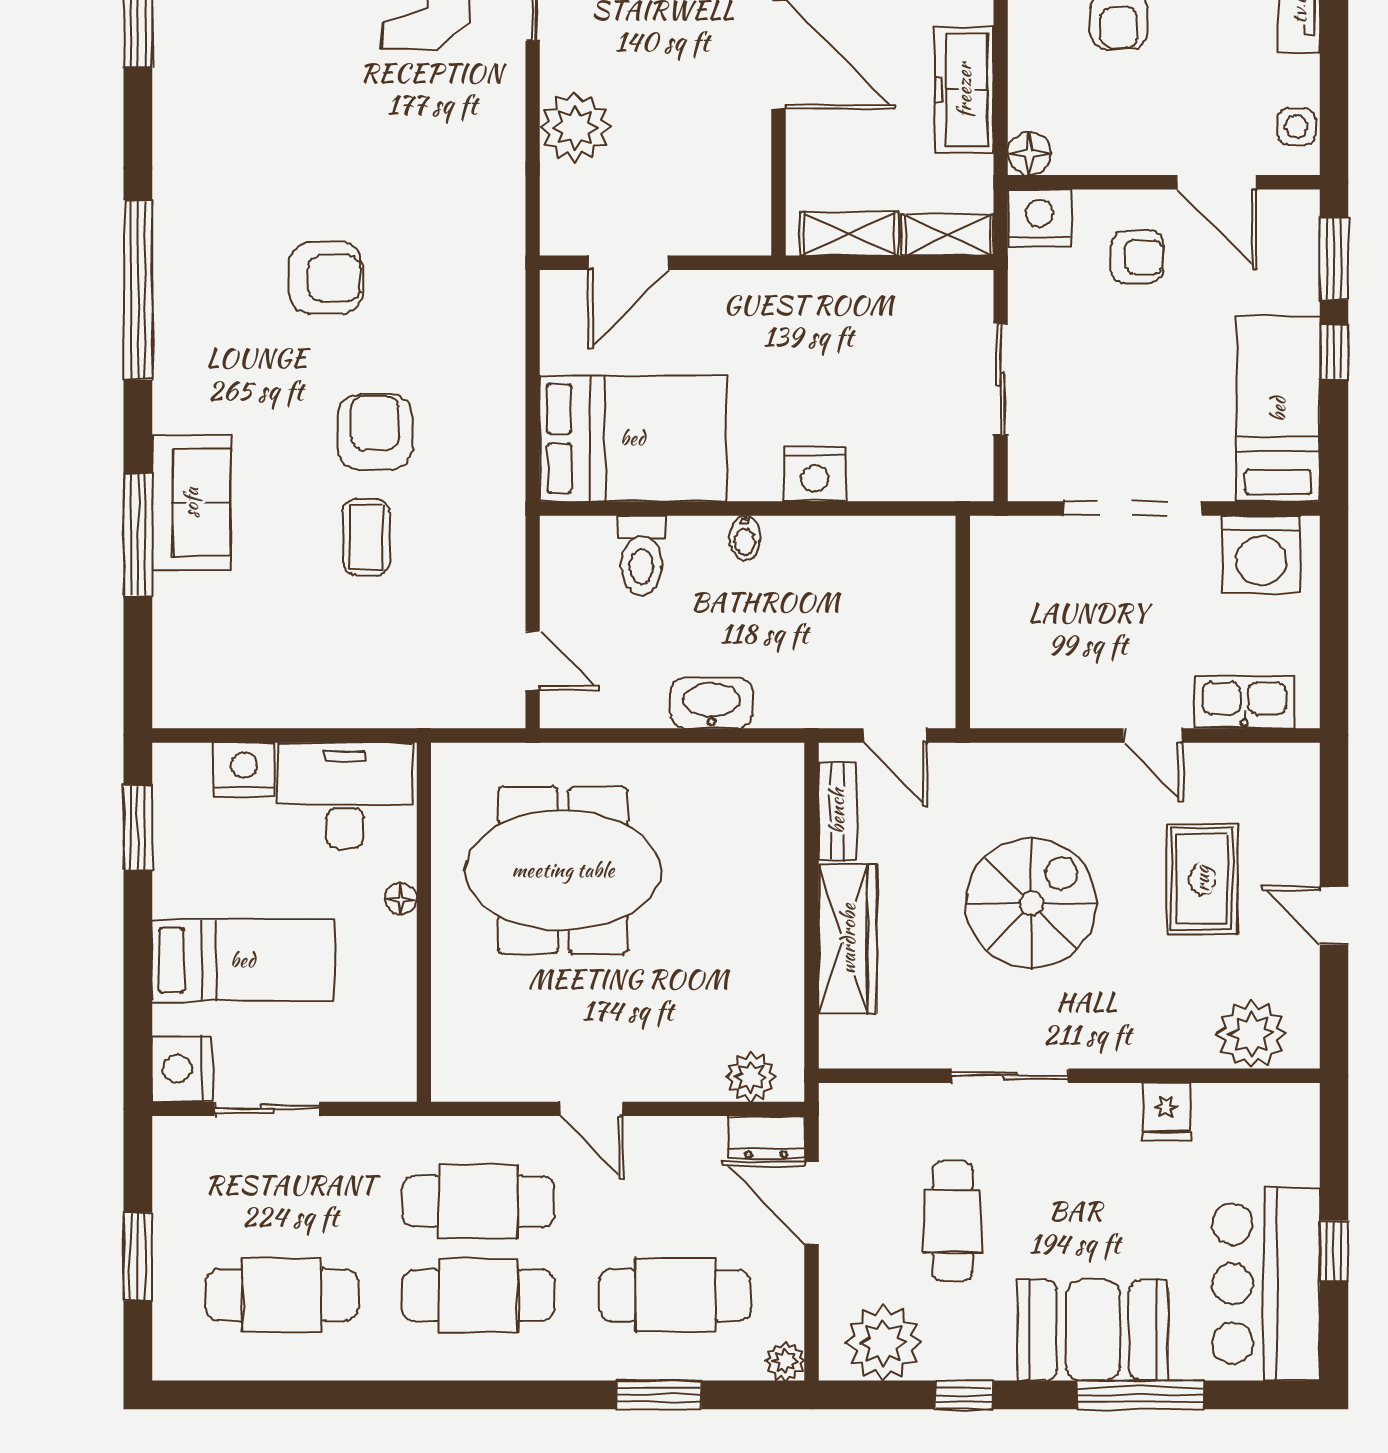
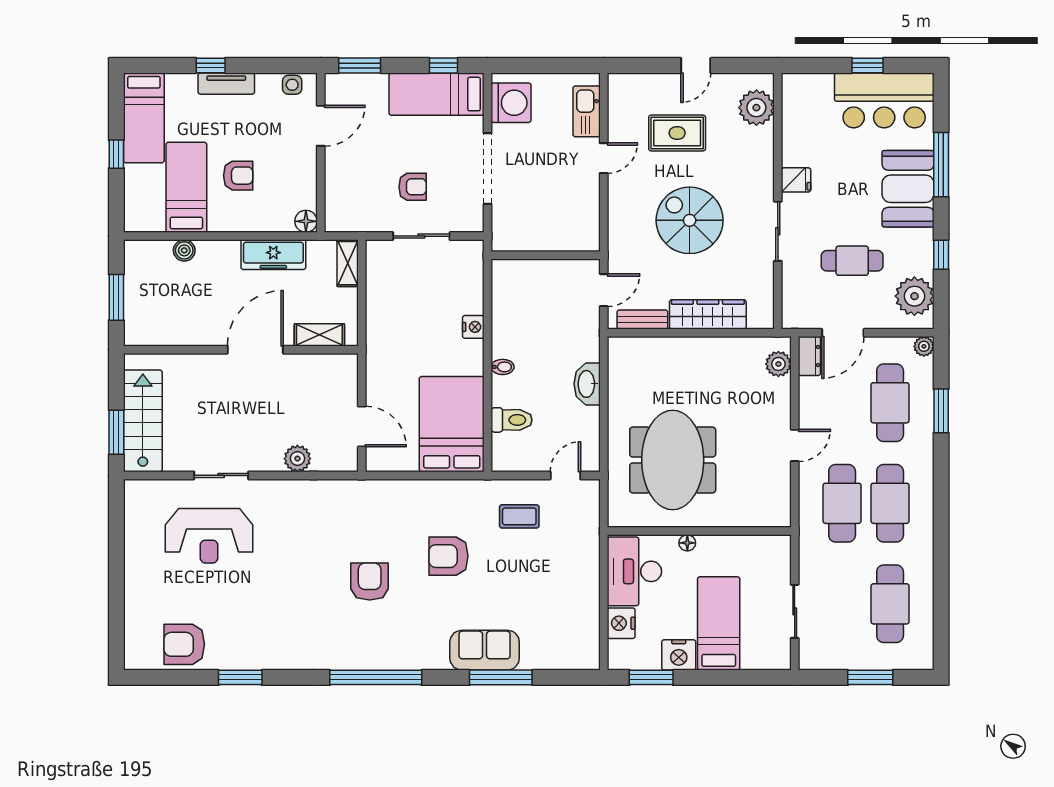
plant: (575, 127) -> (297, 459), width x0.73, depth x0.73
nightstand: (1039, 218) -> (339, 216), removed
shelving: (849, 234) -> (319, 335), moved, turned 90
armchair: (1137, 257) -> (413, 187), moved, turned 90
window: (1334, 352) -> (443, 66), moved
nightstand: (815, 474) -> (473, 327), width x0.74, depth x0.75
coffee table: (366, 537) -> (519, 516), moved
nightstand: (182, 1069) -> (679, 655), moved
fridge: (1166, 1111) -> (796, 180), moved

